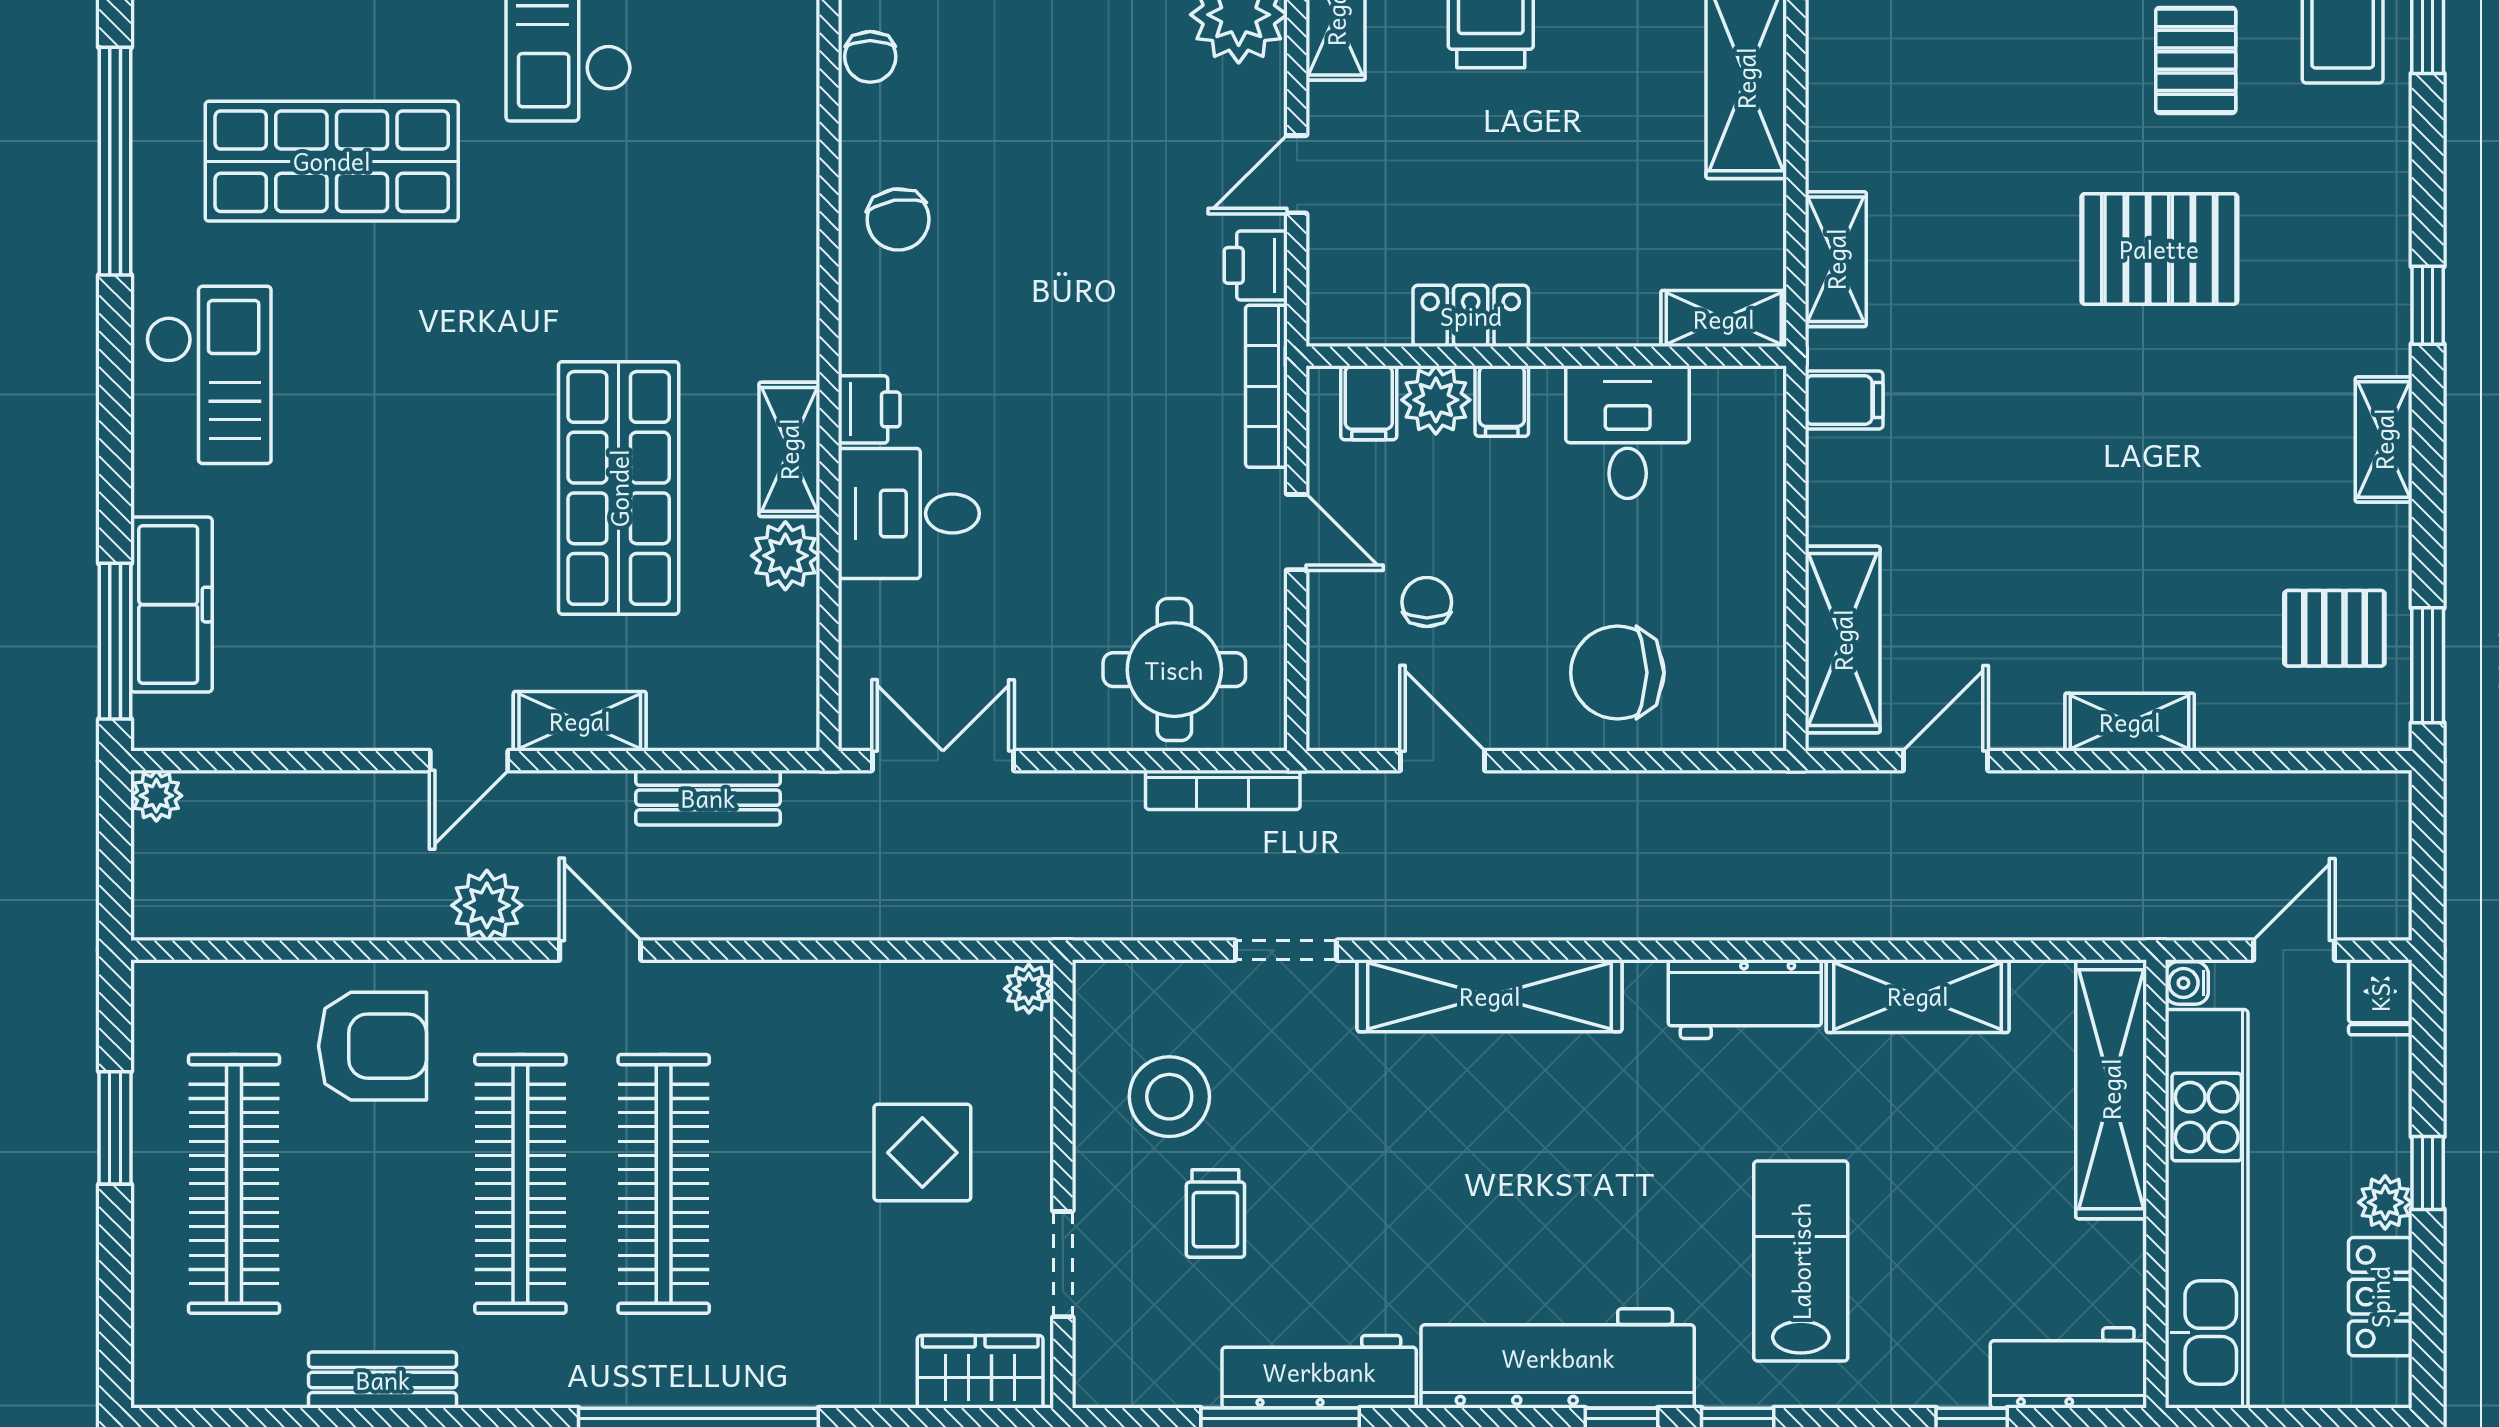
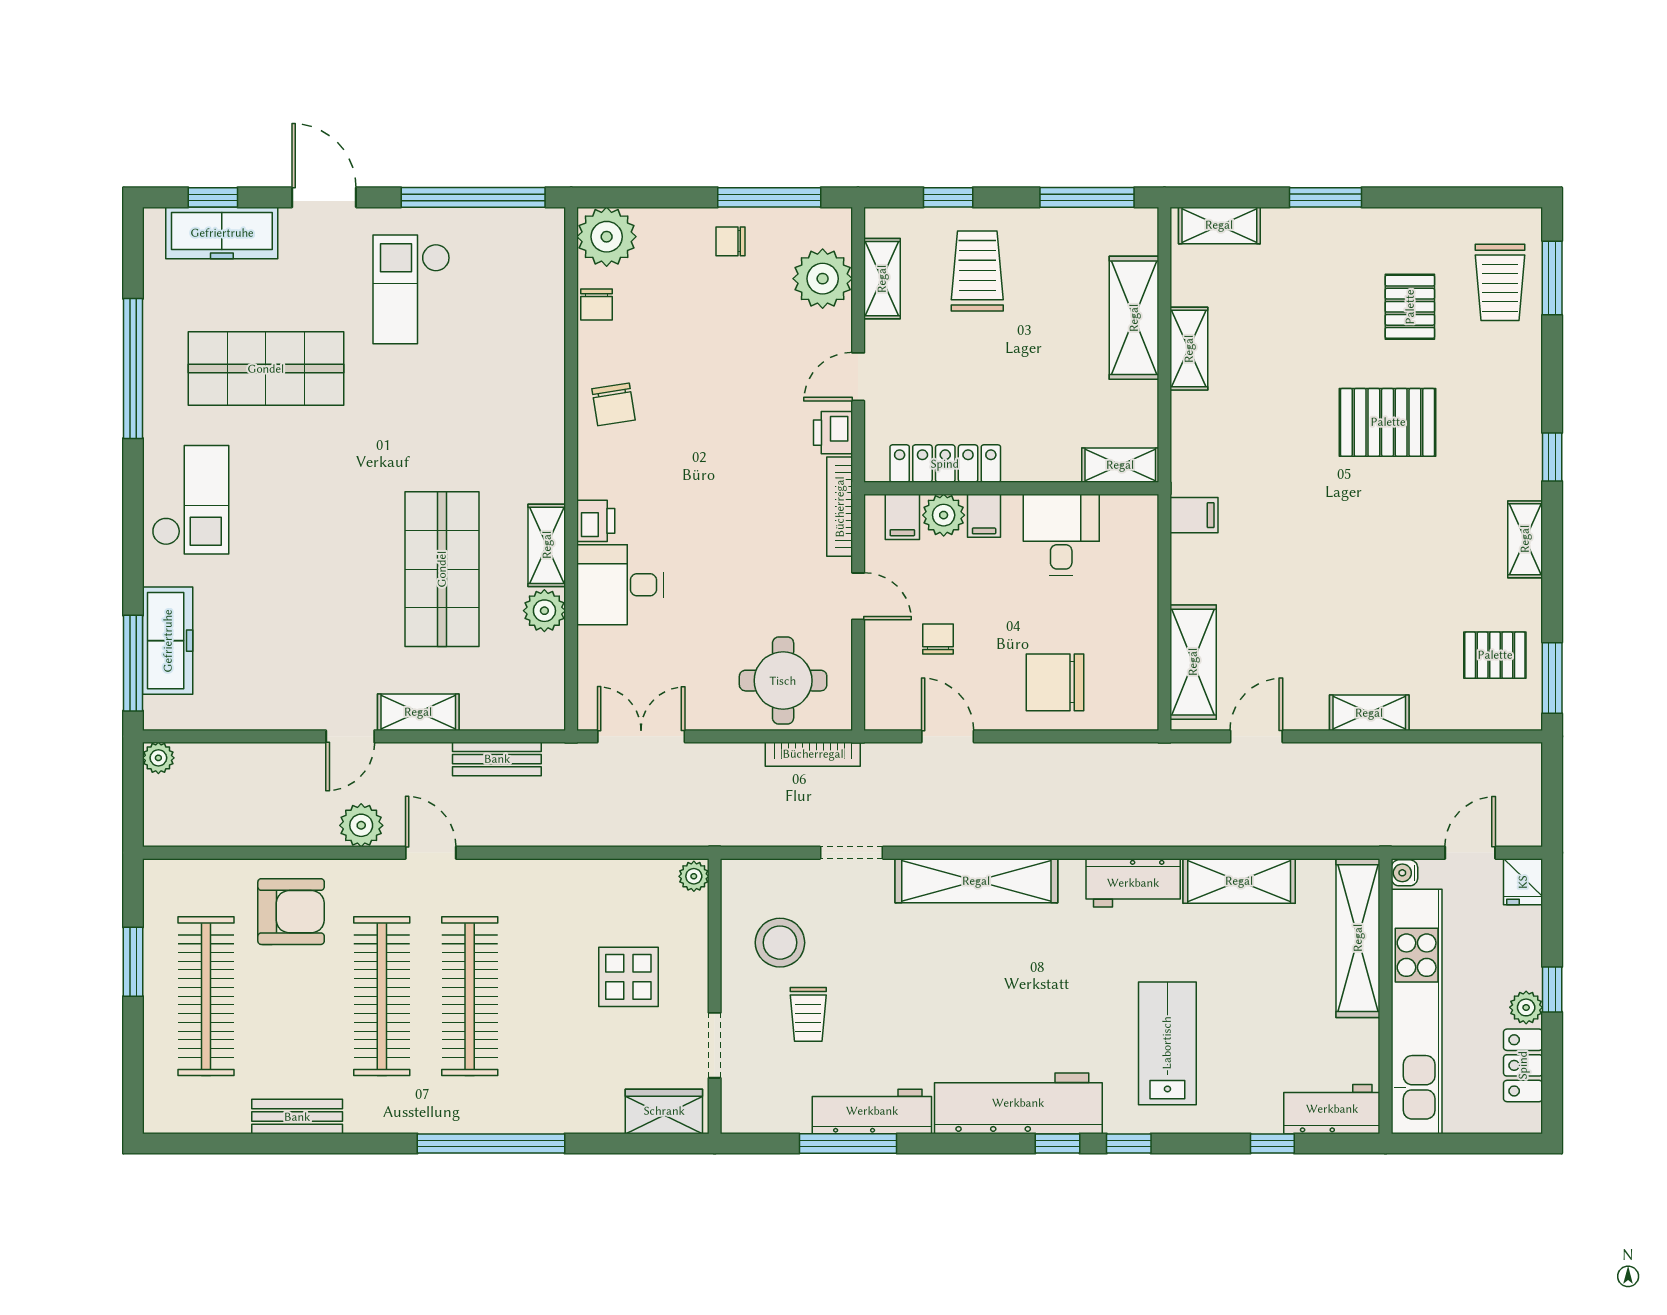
shelving: (1836, 259) -> (1189, 349), moved
locker: (1471, 316) -> (945, 464), width x1.53

